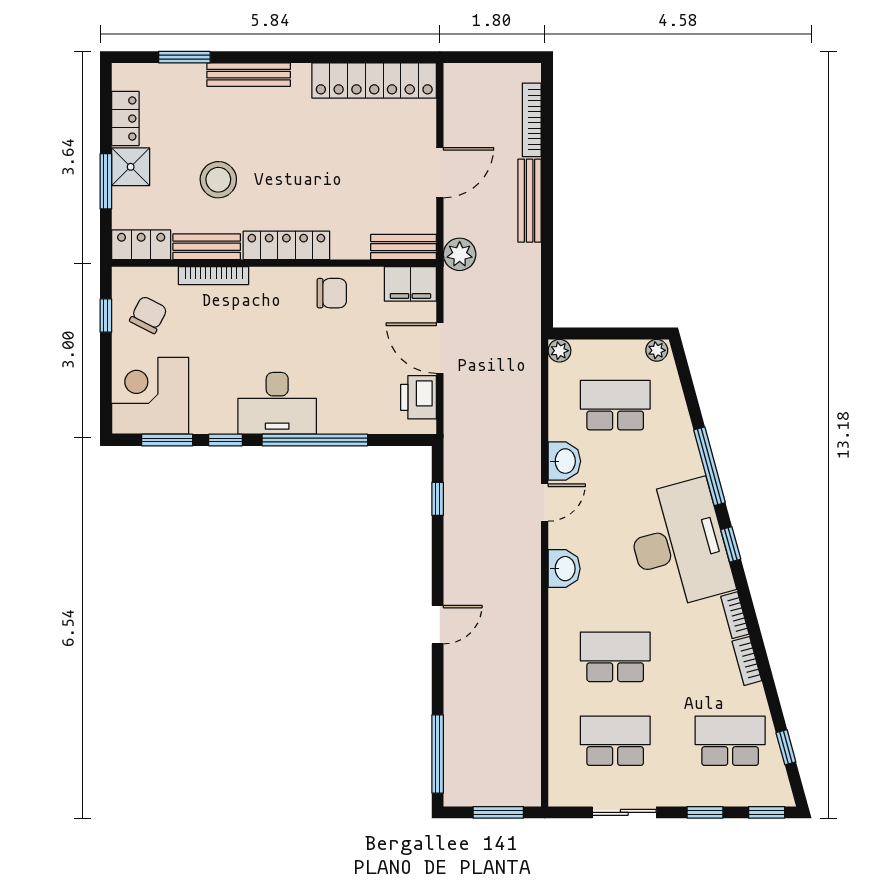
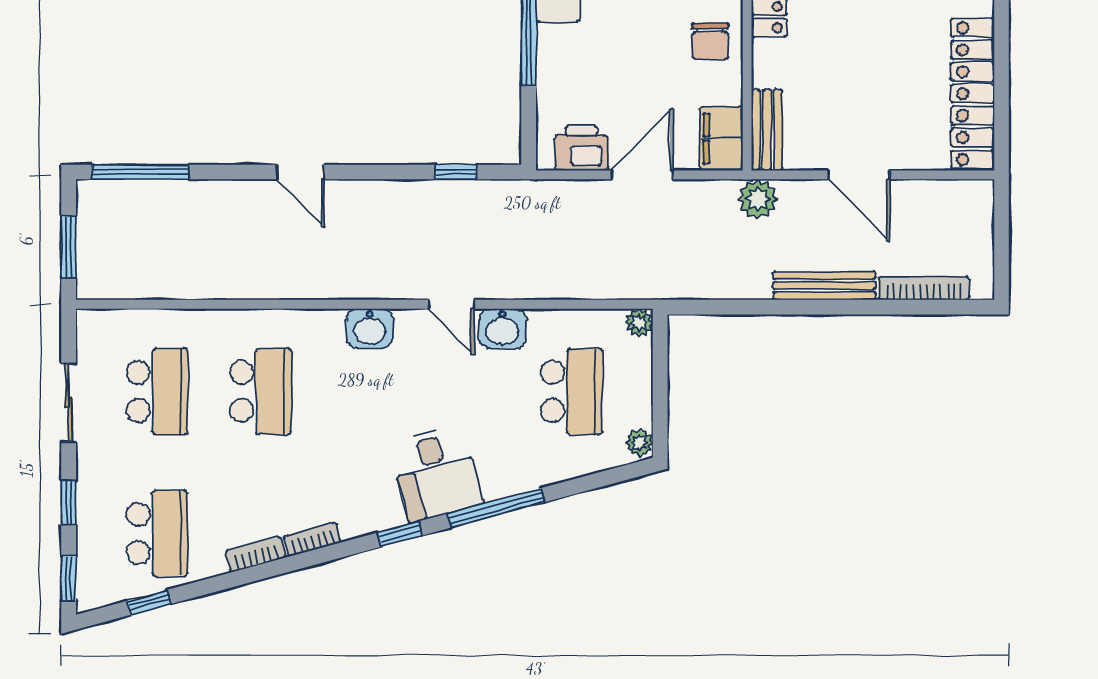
desk: (679, 544) -> (436, 473), width x0.53, depth x0.77

